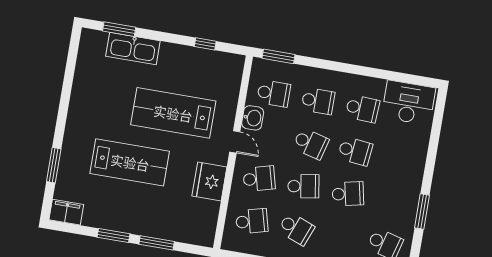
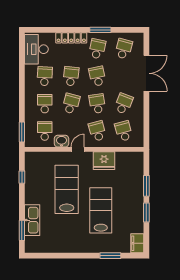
lab bench: (173, 113) -> (67, 189), turned 180
locker: (417, 162) -> (71, 38), added
school desk: (392, 201) -> (97, 49), added

